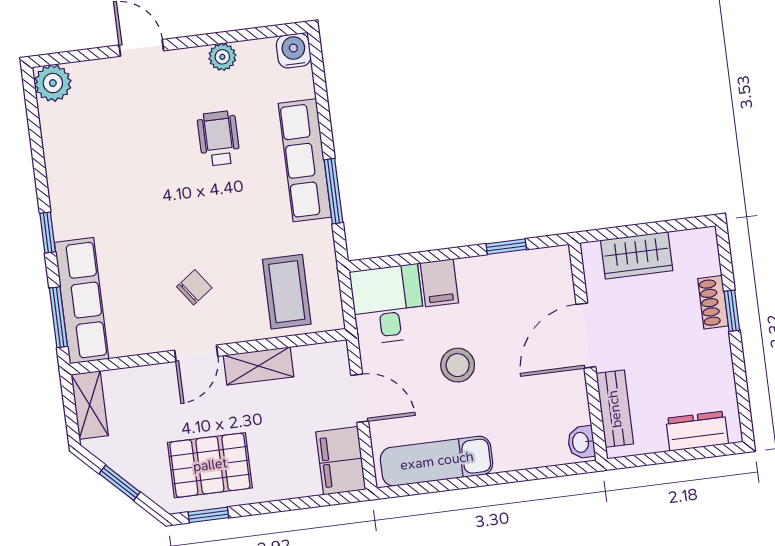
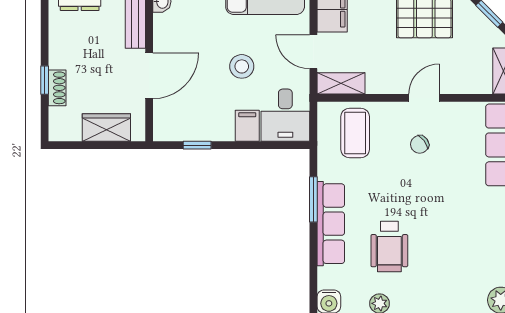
wheelchair: (219, 138) -> (389, 247), width x1.36, depth x1.37
shelving: (259, 366) -> (341, 83), moved

